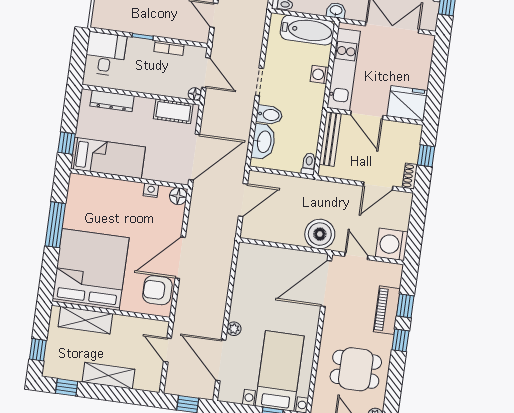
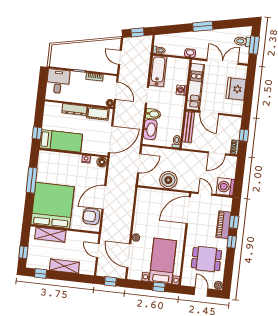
bathtub: (307, 30) -> (158, 71), moved, turned -90
dresser: (112, 101) -> (74, 110), moved
fridge: (407, 103) -> (236, 89), moved, turned -90
boiler: (320, 234) -> (168, 180), moved

